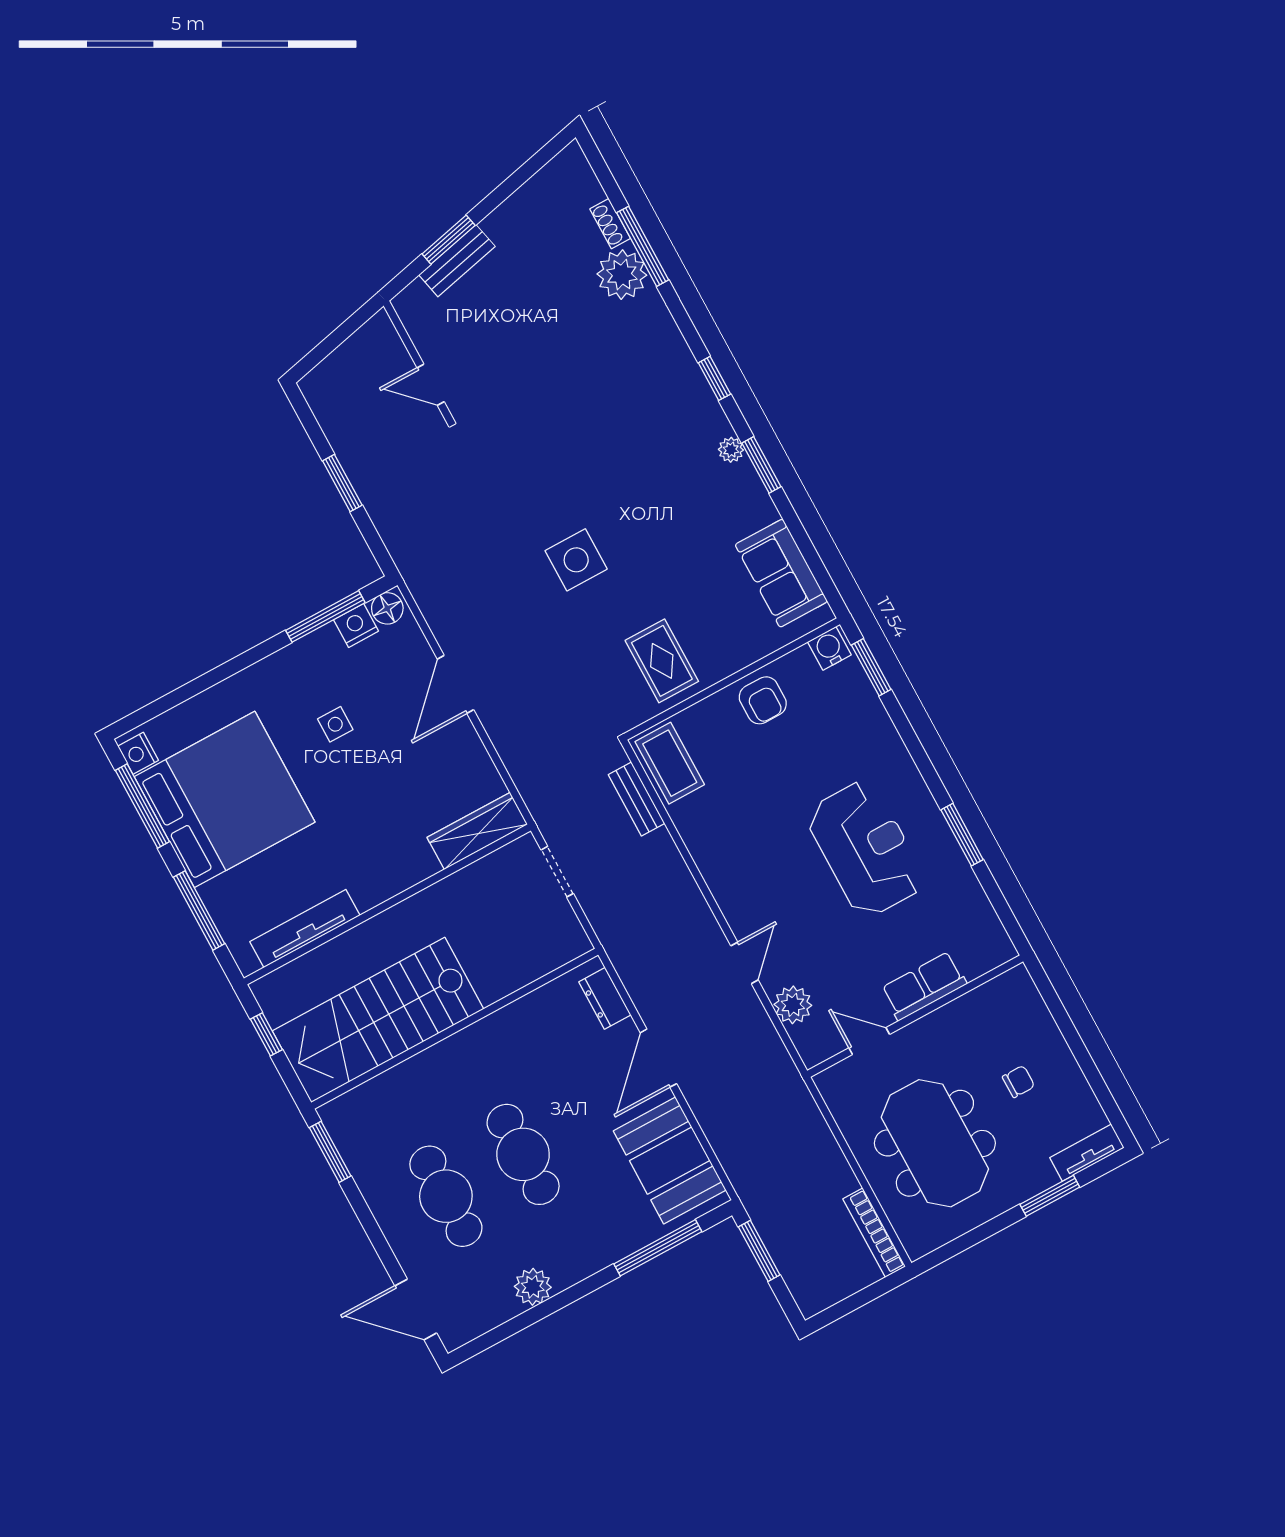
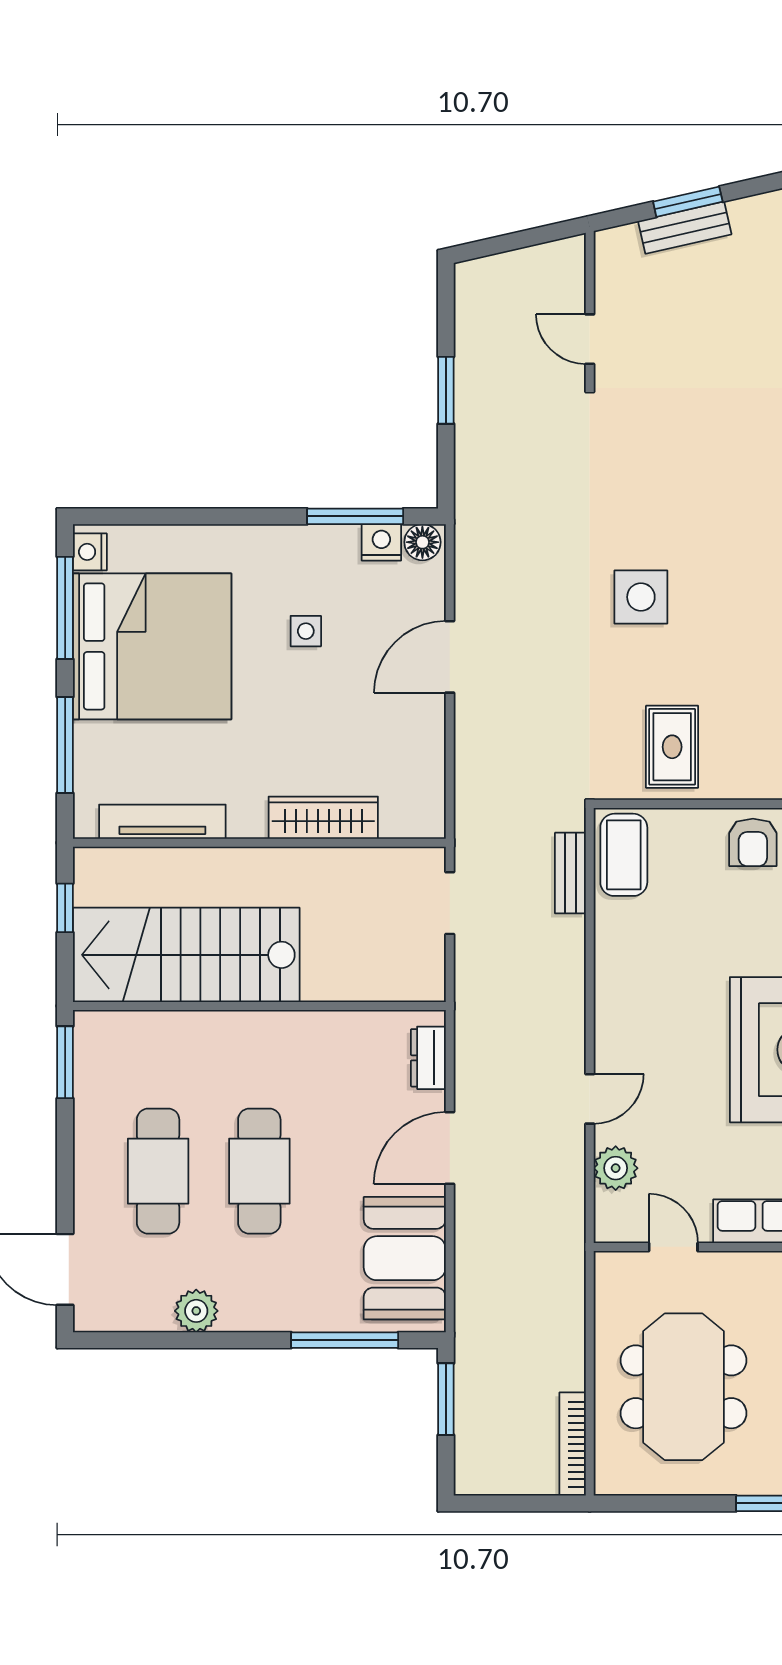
wardrobe: (477, 831) -> (323, 818), moved

